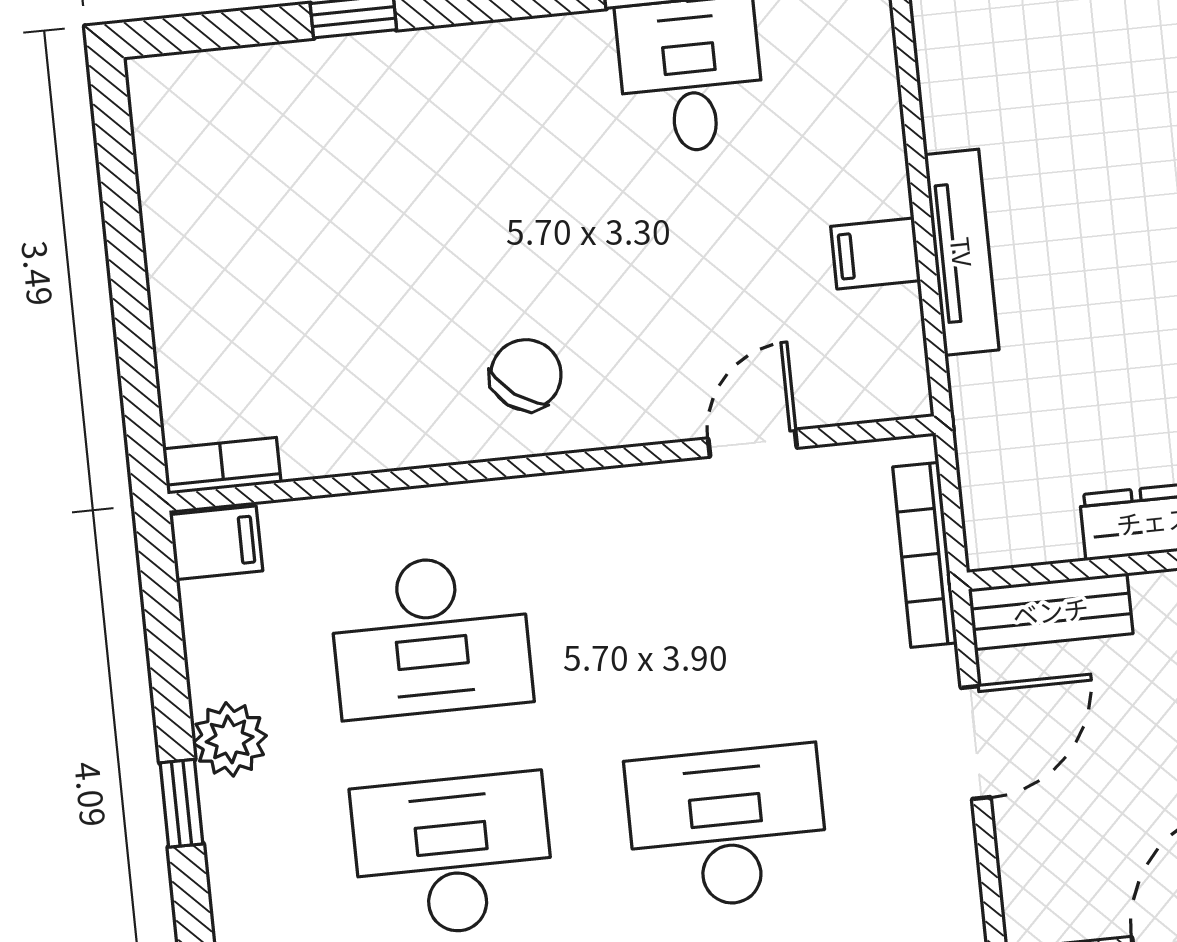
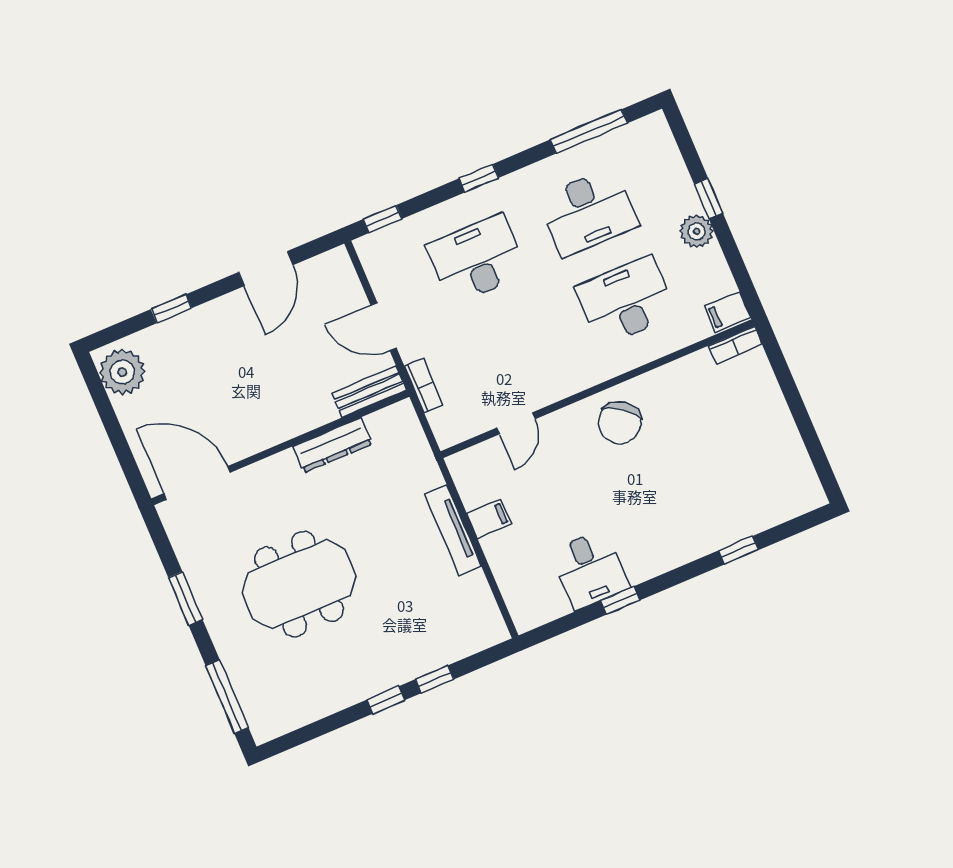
chair: (526, 375) -> (620, 423), width x1.37, depth x1.37
bookcase: (925, 555) -> (424, 386), width x0.64
door: (976, 743) -> (384, 327), hinge flipped
desk: (727, 827) -> (477, 259), turned 180

